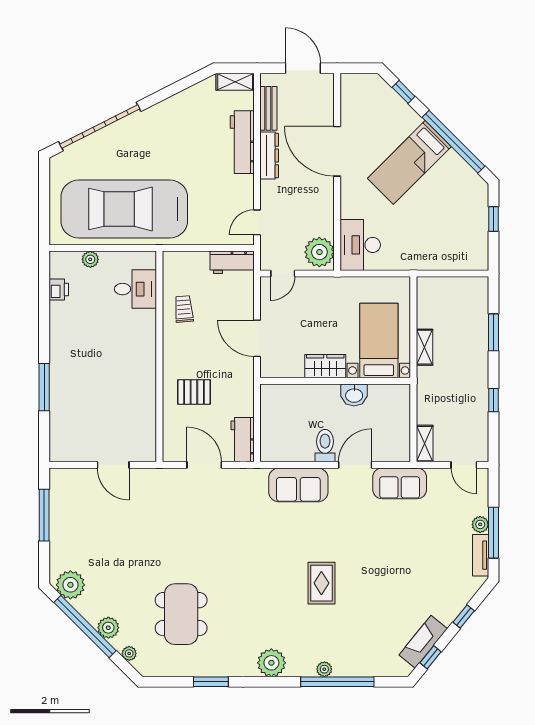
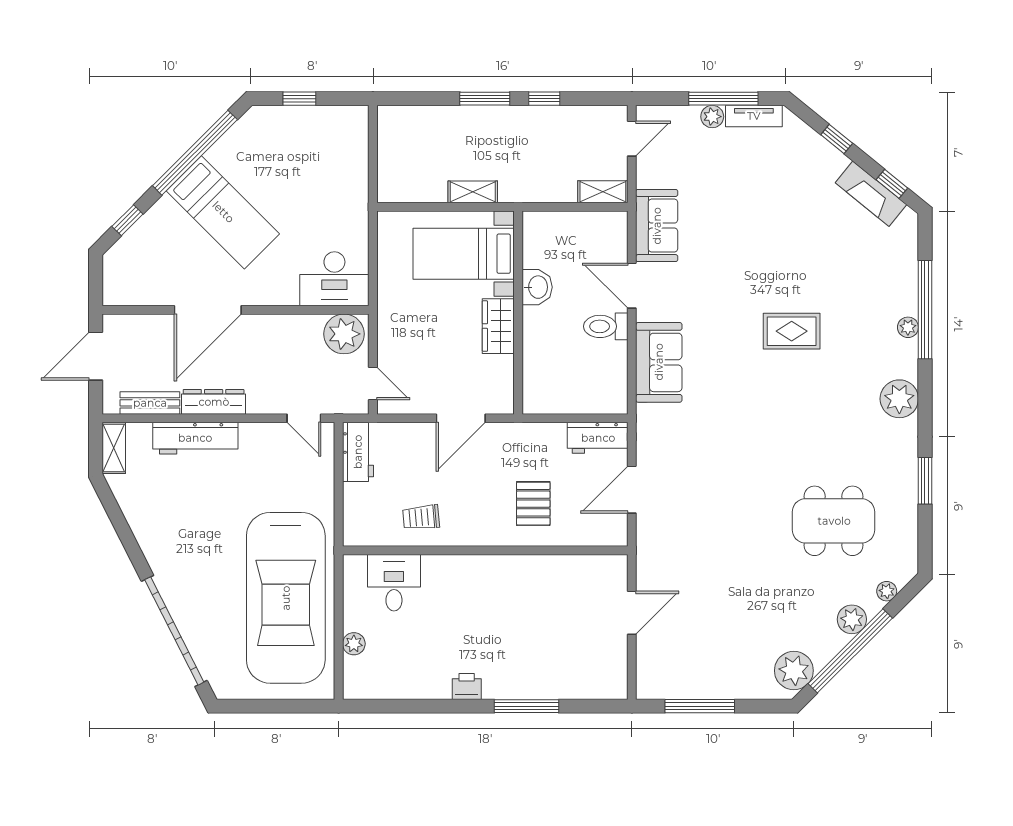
printer: (59, 289) -> (467, 686), moved
window: (493, 332) -> (485, 99), moved

